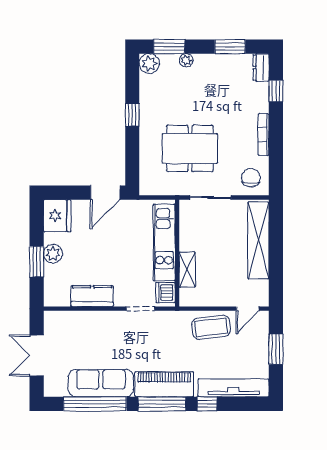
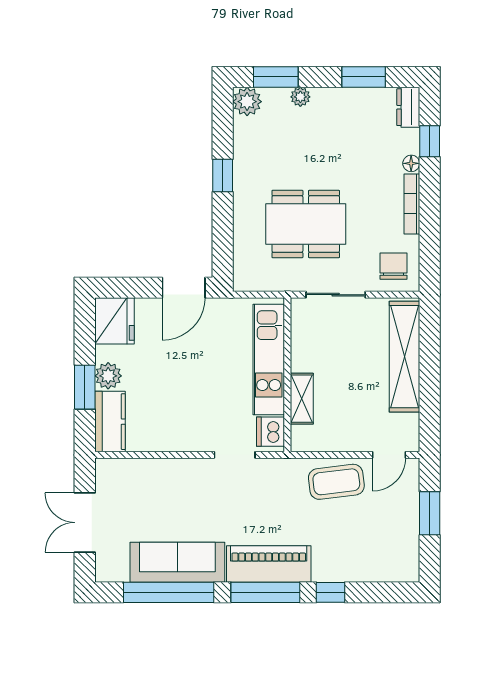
floor lamp: (263, 106) -> (411, 163), added
kitchen counter: (92, 296) -> (110, 422), moved, turned 90
tv unit: (233, 388) -> (369, 569), removed

